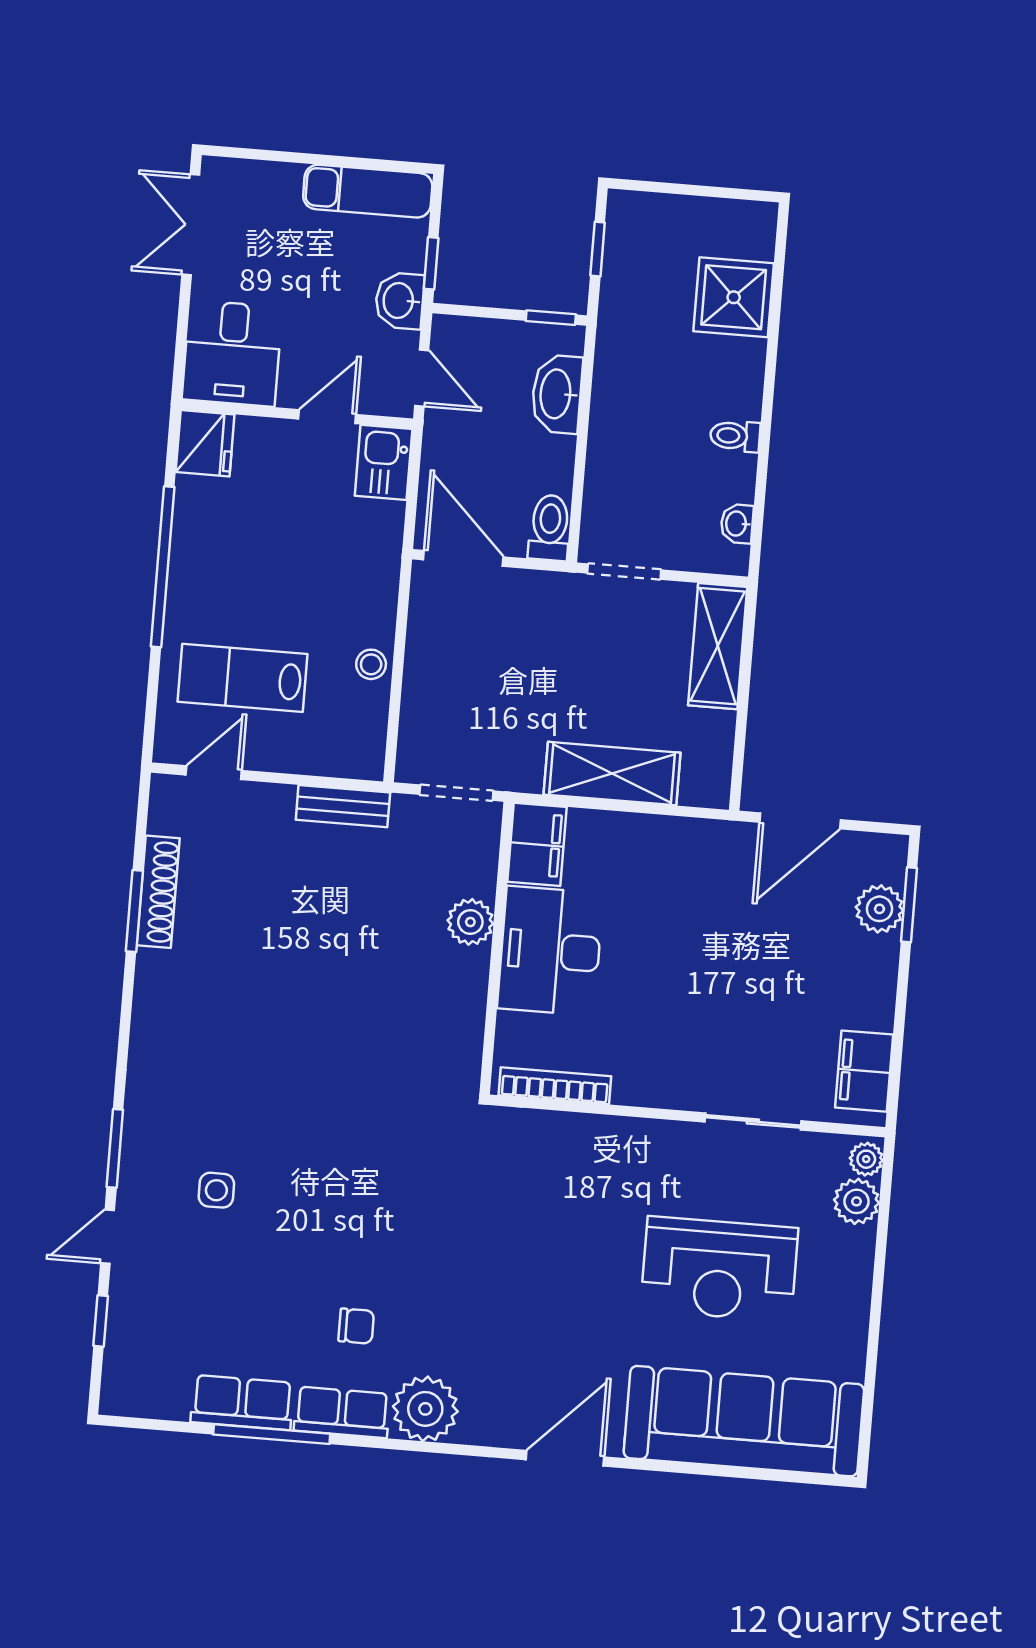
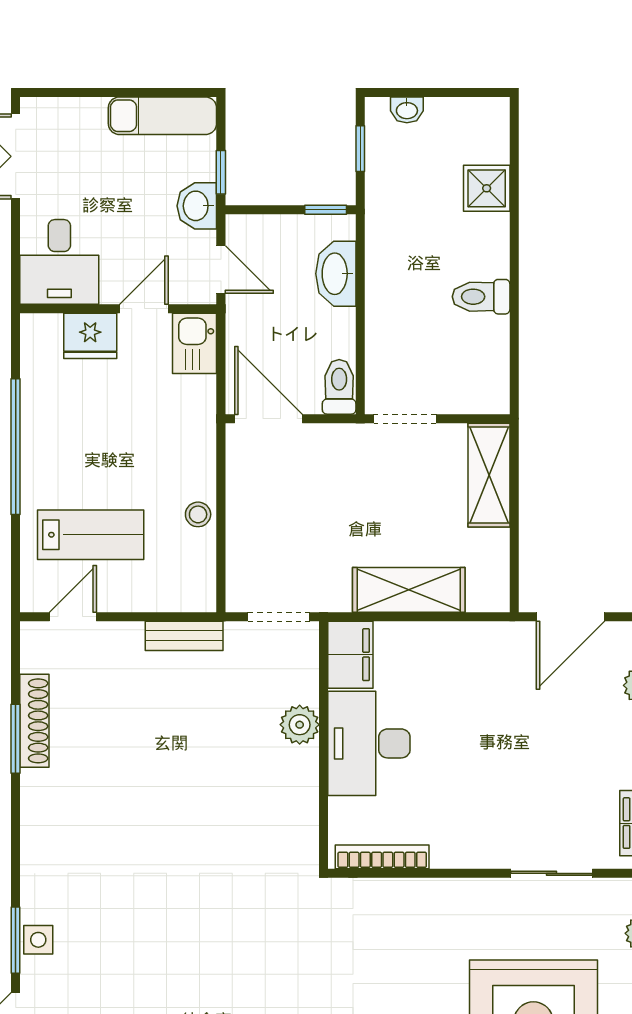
shower: (734, 297) -> (487, 188), width x0.73, depth x0.73
toilet: (735, 436) -> (481, 297), width x1.37, depth x1.39
fridge: (205, 443) -> (90, 336), moved, turned 90
washbasin: (737, 524) -> (407, 110), moved, turned -90
lab bench: (242, 678) -> (91, 535), turned 180
side table: (216, 1190) -> (38, 940), moved

